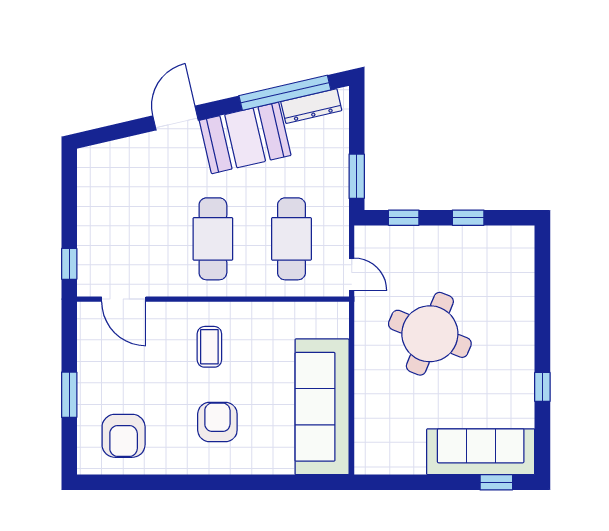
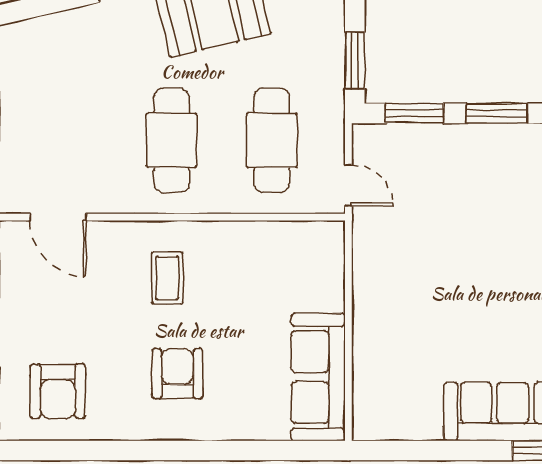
window: (404, 218) -> (415, 113), width x1.50
window: (468, 218) -> (497, 113), width x1.50
round table: (430, 334) -> (448, 261), removed
sofa: (322, 407) -> (318, 377), width x0.74, depth x0.79

